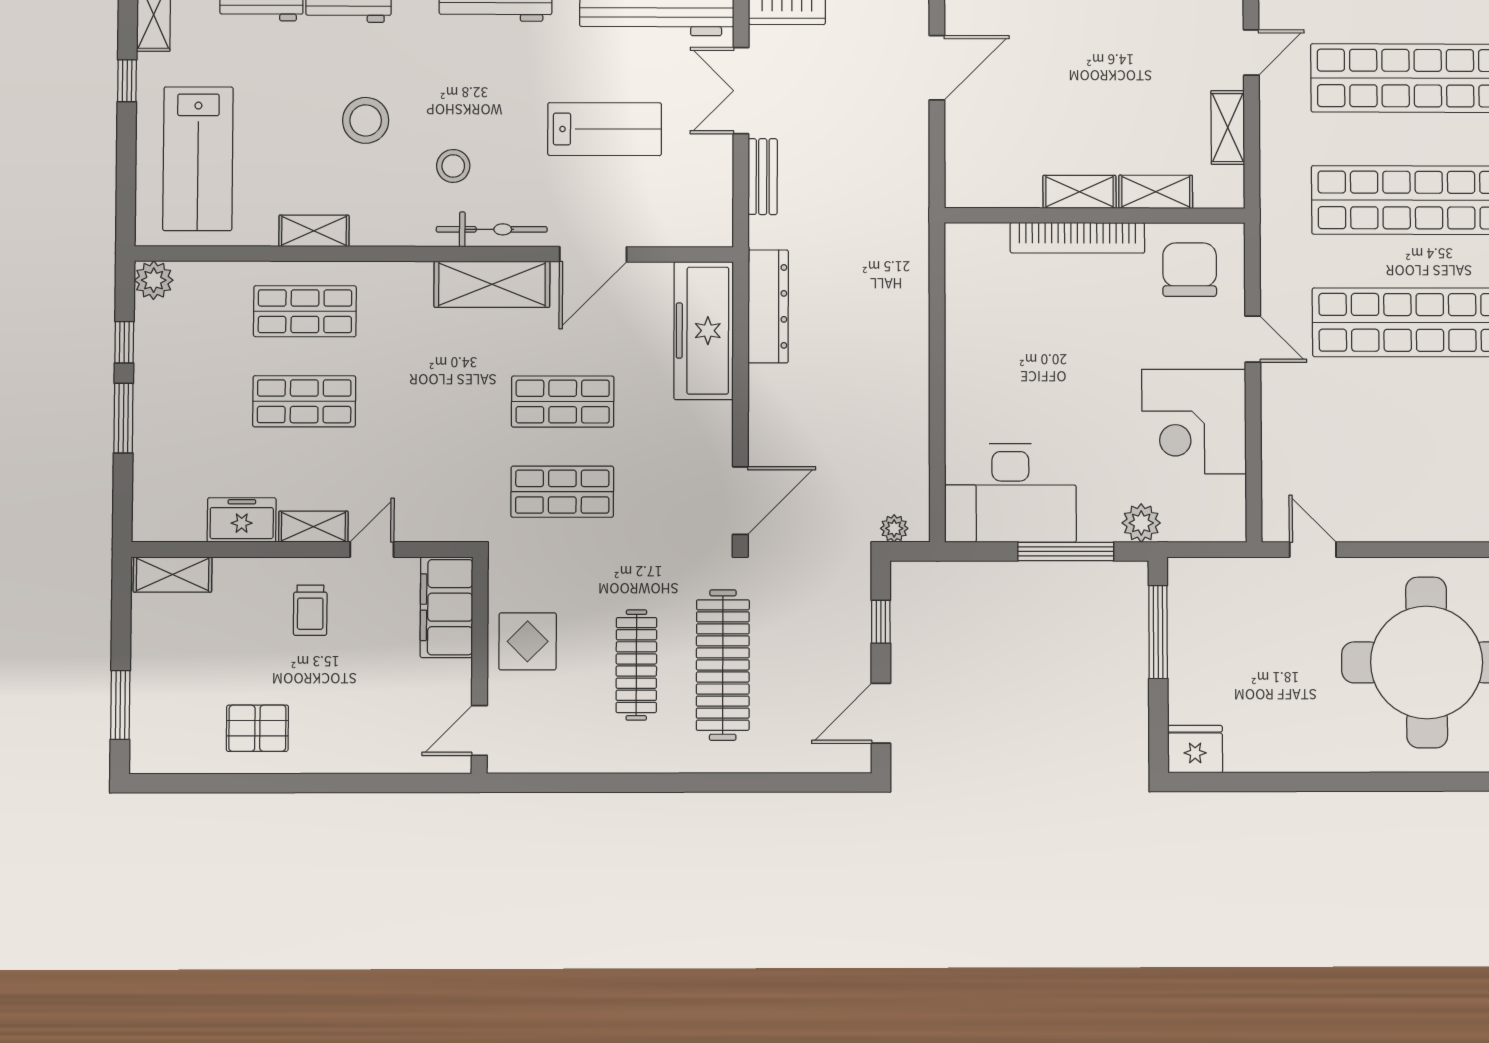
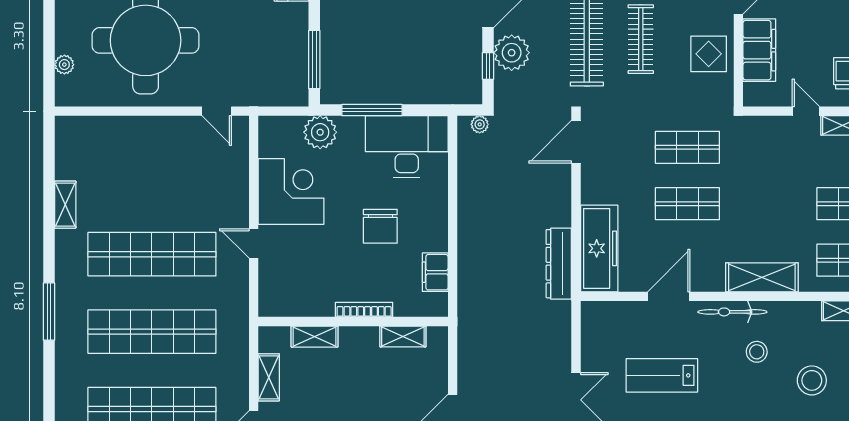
bench: (763, 177) -> (562, 346), removed
shelving: (1080, 192) -> (403, 336), moved
bookcase: (1077, 238) -> (364, 310), width x0.68, depth x0.76
chair: (1190, 270) -> (380, 226), moved
shelving: (492, 284) -> (762, 277), moved
filing cabinet: (965, 293) -> (435, 272), added
plant: (1141, 523) -> (320, 132), width x1.36, depth x1.36
door: (372, 549) -> (806, 111), swing flipped
filing cabinet: (447, 607) -> (759, 50), moved
plant: (843, 643) -> (512, 53), added

